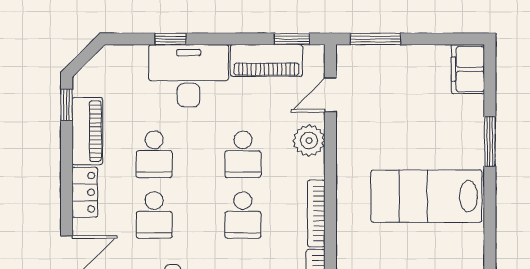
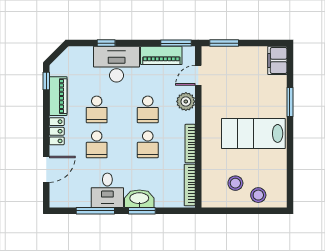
window: (292, 39) -> (176, 43), width x1.50

